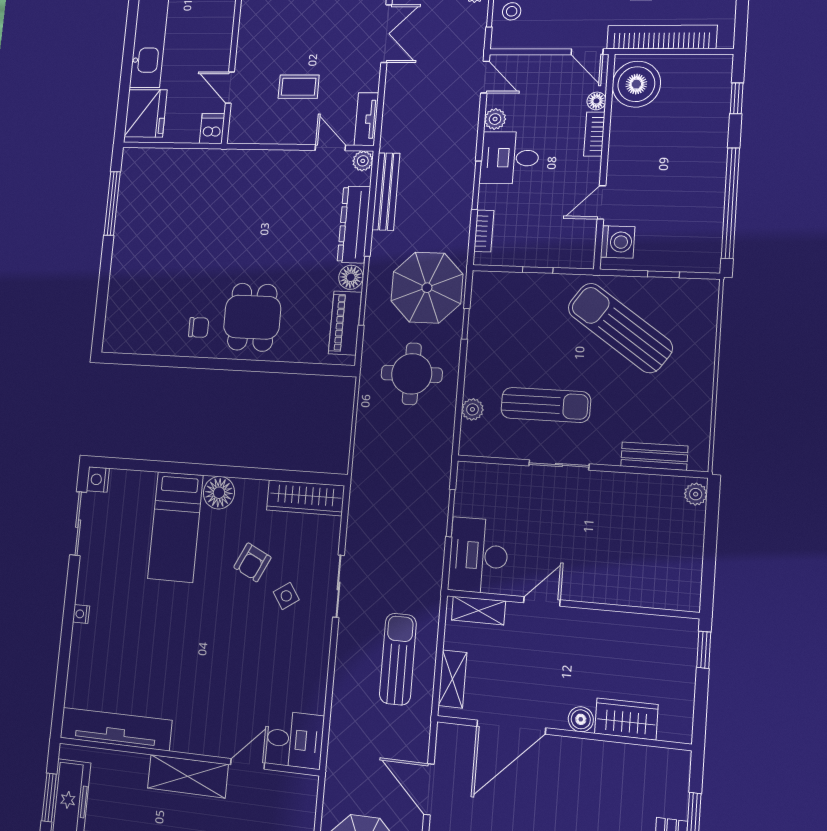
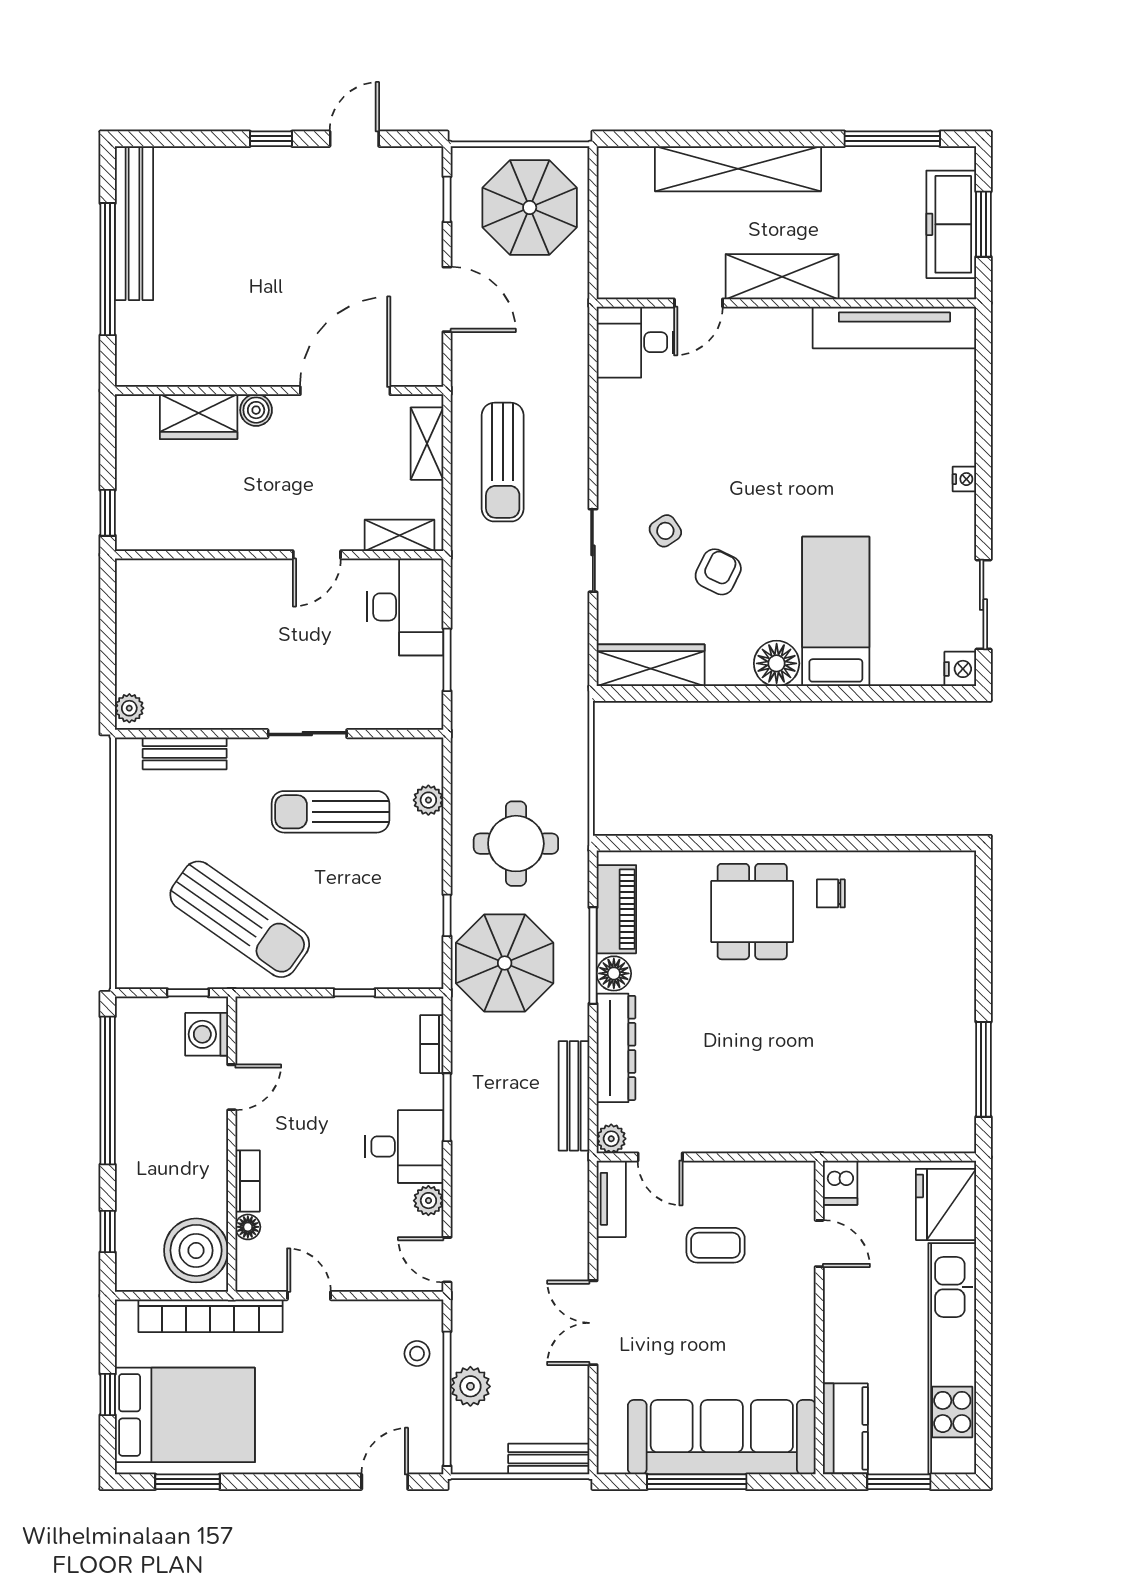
boiler: (636, 84) -> (196, 1250), moved
floor lamp: (596, 101) -> (248, 1227), moved
bookcase: (594, 134) -> (248, 1181), moved
wall: (604, 161) -> (232, 1144), moved
door: (601, 202) -> (232, 1087), moved
washing machine: (618, 242) -> (207, 1034), moved

